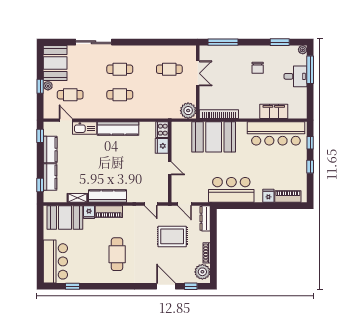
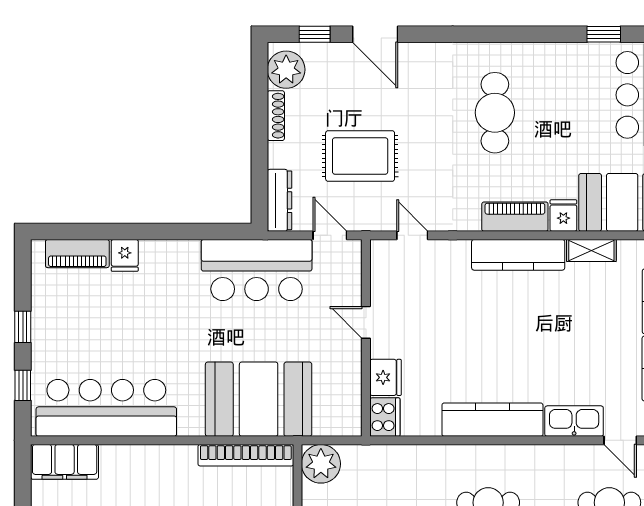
filing cabinet: (274, 111) -> (65, 462), moved
bar counter: (231, 190) -> (257, 270), moved

